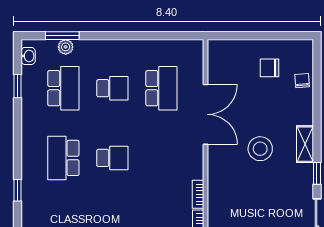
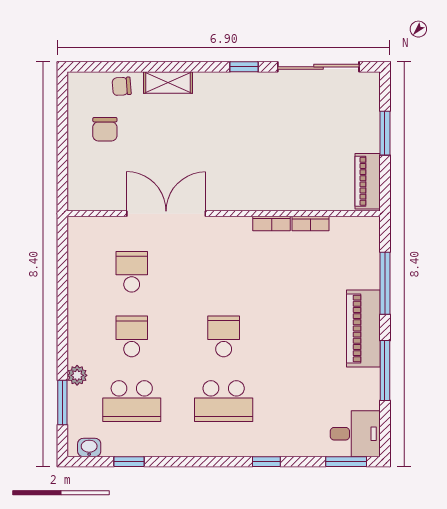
plant: (66, 47) -> (77, 375), moved
school desk: (63, 88) -> (132, 401), turned 180
school desk: (161, 88) -> (132, 272), width x0.54
shelving: (305, 144) -> (168, 83), moved
stool: (260, 149) -> (211, 142), removed

